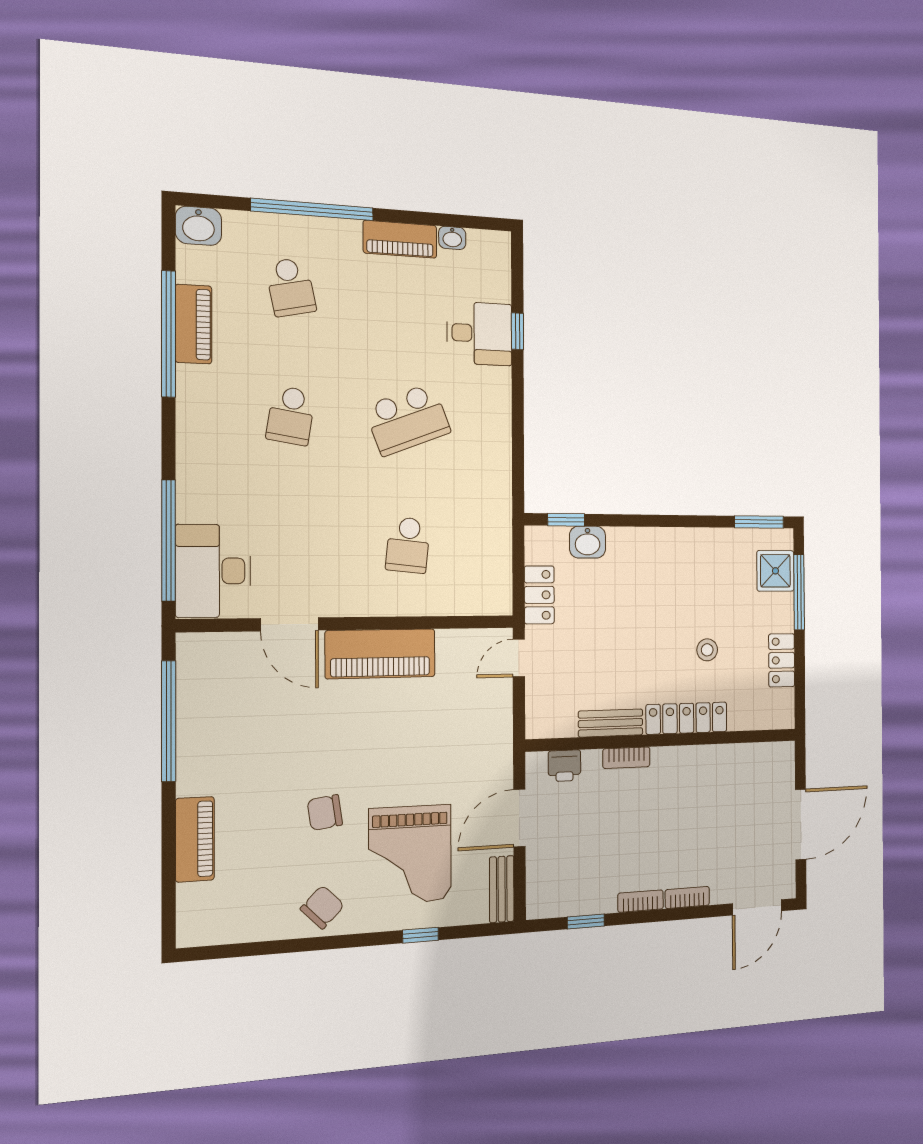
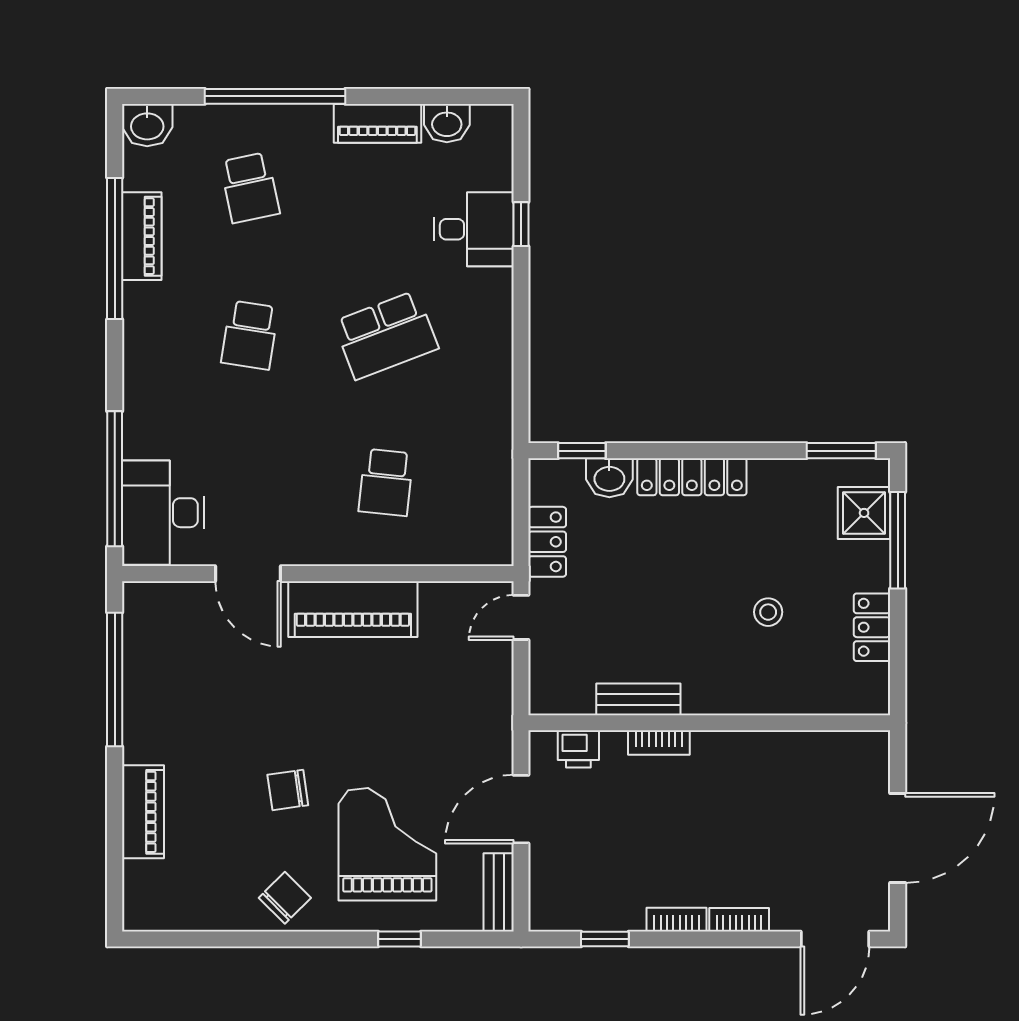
washbasin: (452, 238) -> (447, 123), width x1.38, depth x1.45
locker: (687, 718) -> (692, 477), moved, turned 180
grand piano: (410, 855) -> (387, 844), turned 180

